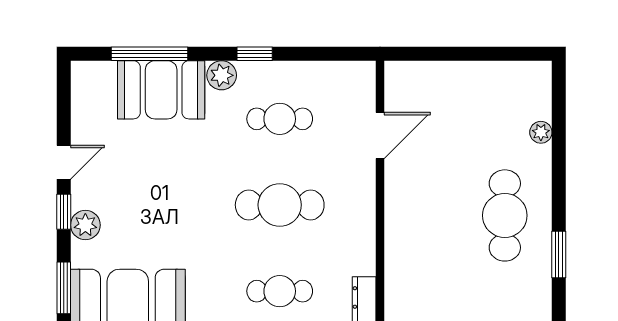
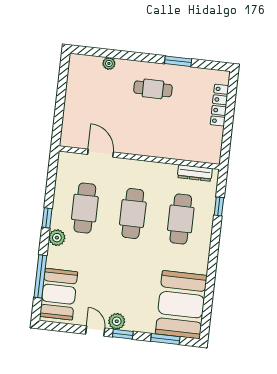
booth: (161, 90) -> (59, 294), moved
cafe table: (280, 119) -> (85, 208), width x1.37, depth x1.35
cafe table: (505, 215) -> (153, 89), width x0.73, depth x0.74
plant: (85, 225) -> (117, 321), moved
cafe table: (280, 291) -> (181, 219), width x1.37, depth x1.35

